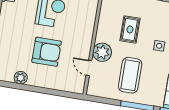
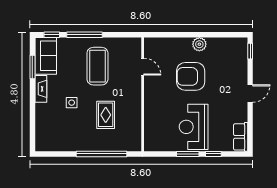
plant: (102, 52) -> (131, 86), removed
plant: (21, 78) -> (199, 44), moved

